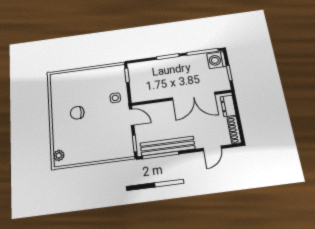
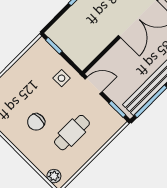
cafe table: (93, 136) -> (72, 133), added

